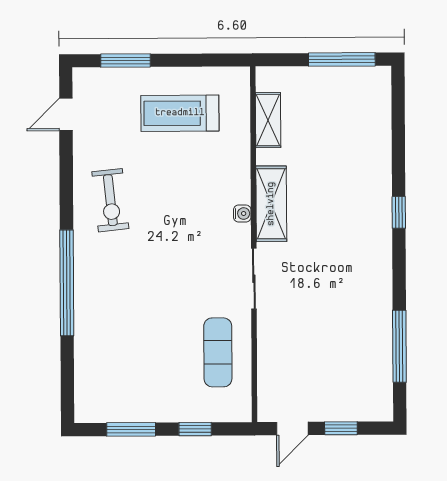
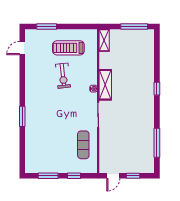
shelving: (268, 120) -> (104, 40), moved
exercise bike: (110, 200) -> (63, 76), moved
window: (67, 283) -> (22, 116), width x0.47

